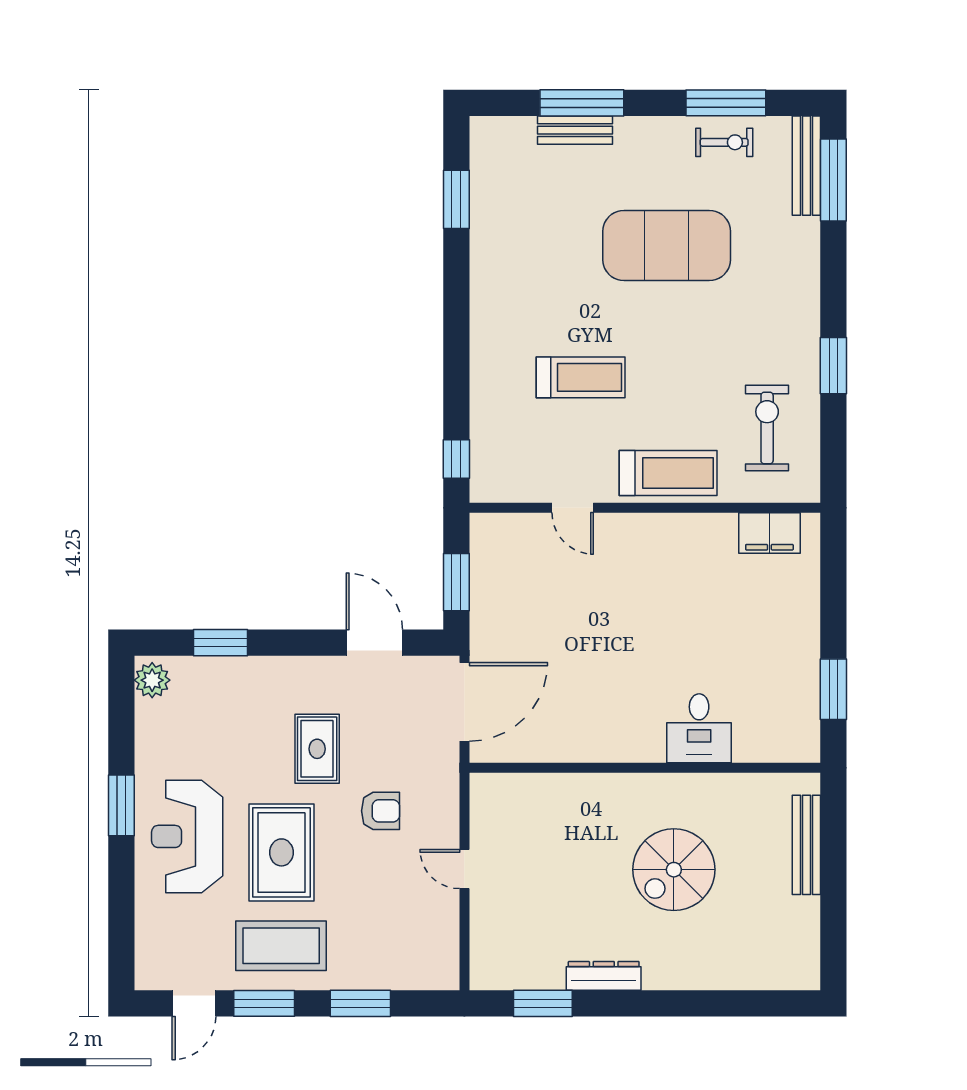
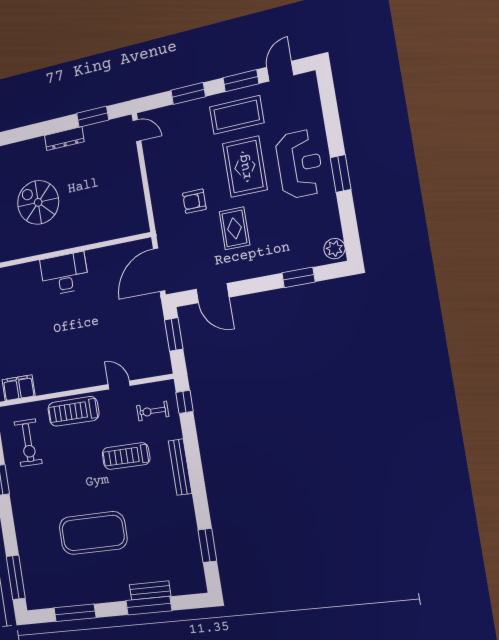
exercise bike: (724, 142) -> (153, 411), moved
bench: (806, 166) -> (180, 467), moved
desk: (699, 728) -> (64, 274), moved, width x1.37
door: (464, 869) -> (137, 130), moved
spiral stairs: (674, 870) -> (38, 202), turned -90

